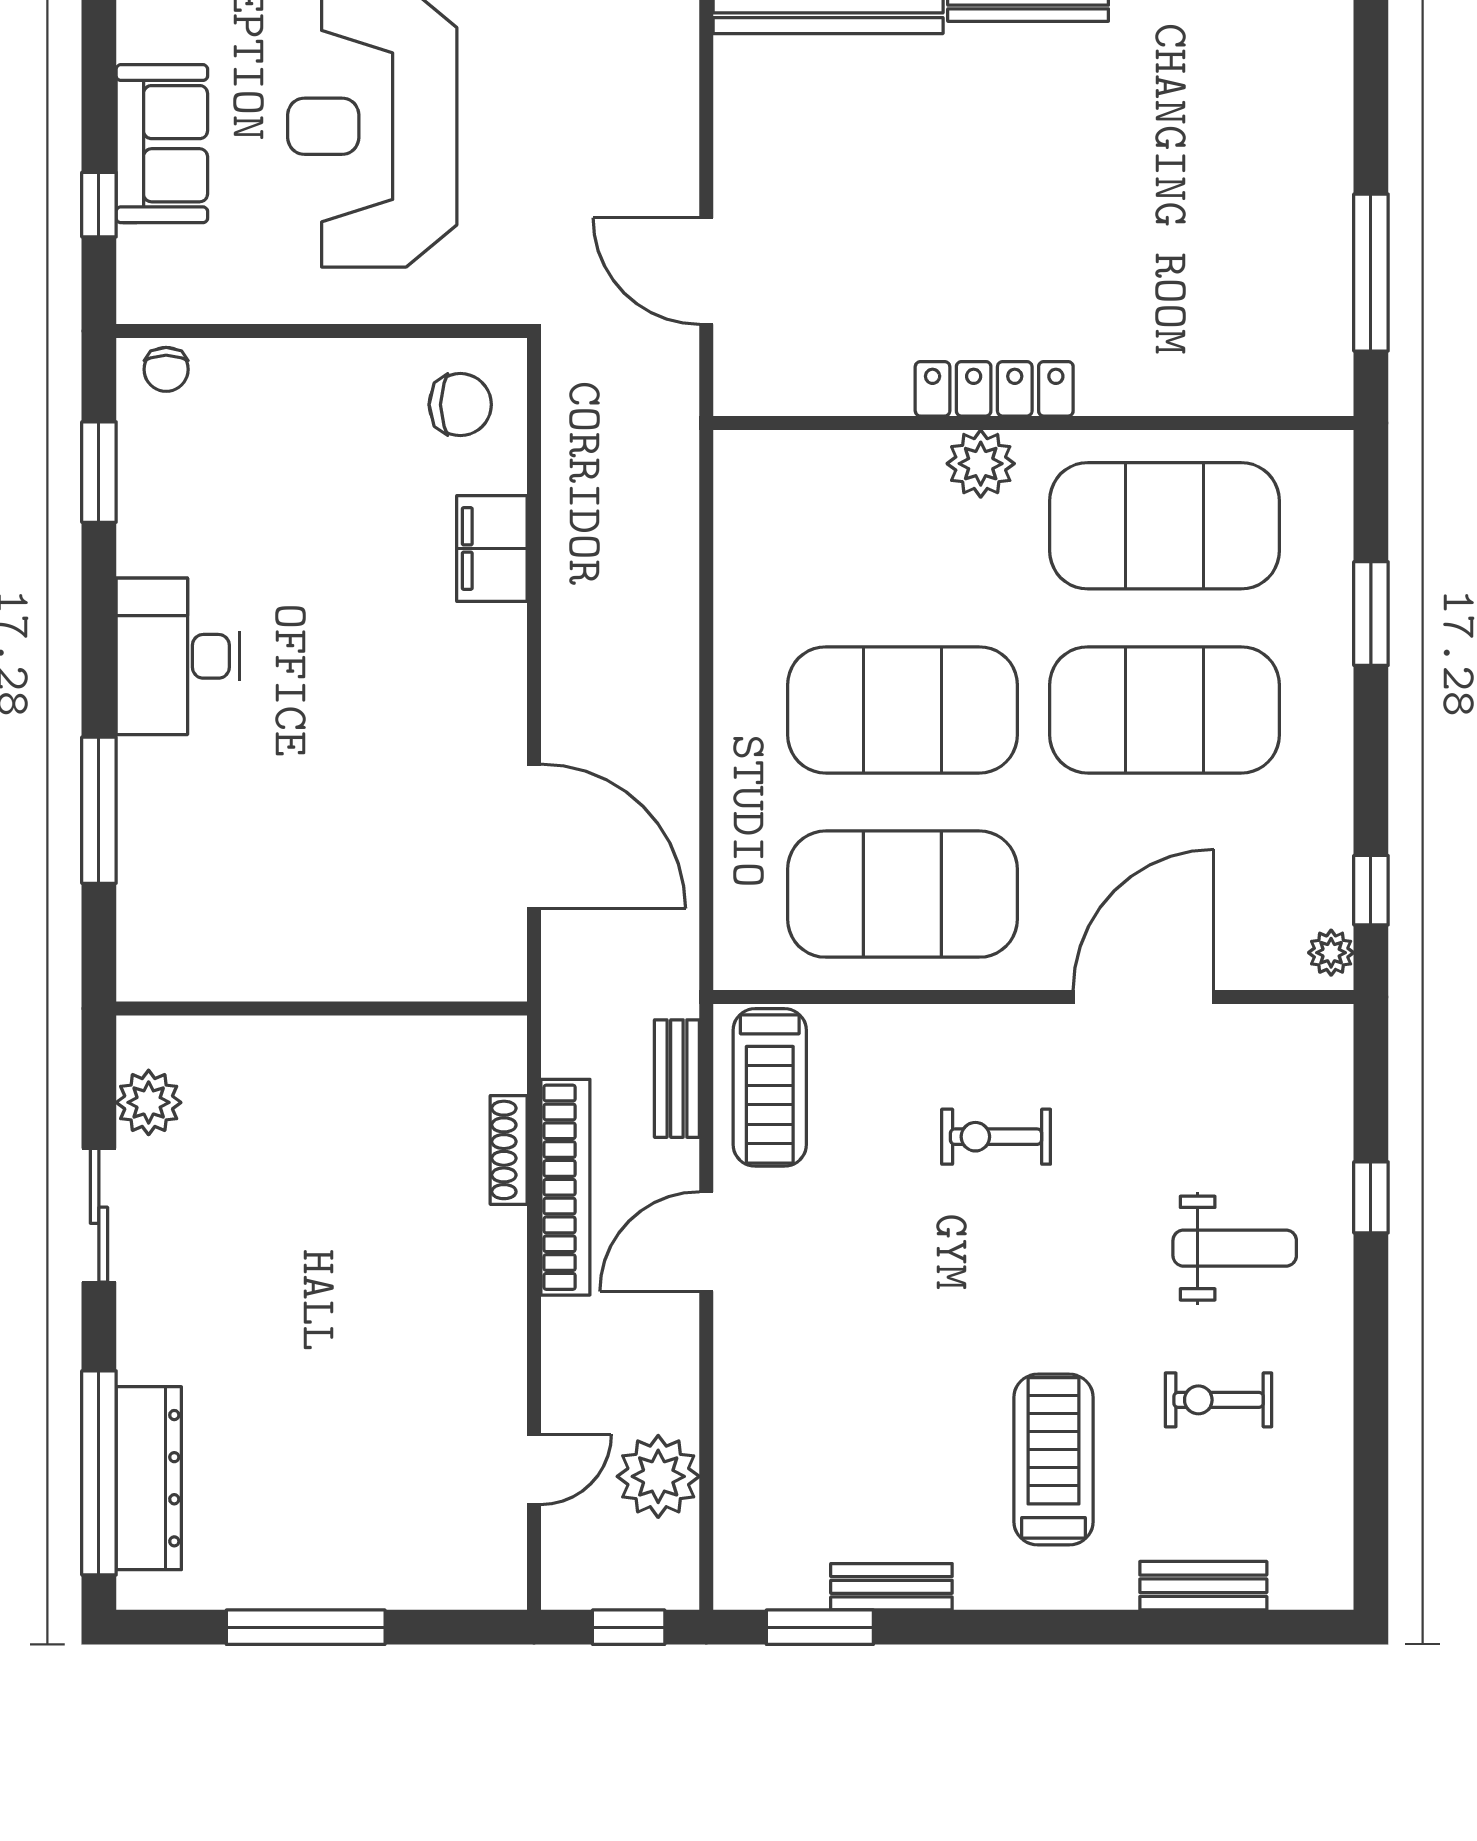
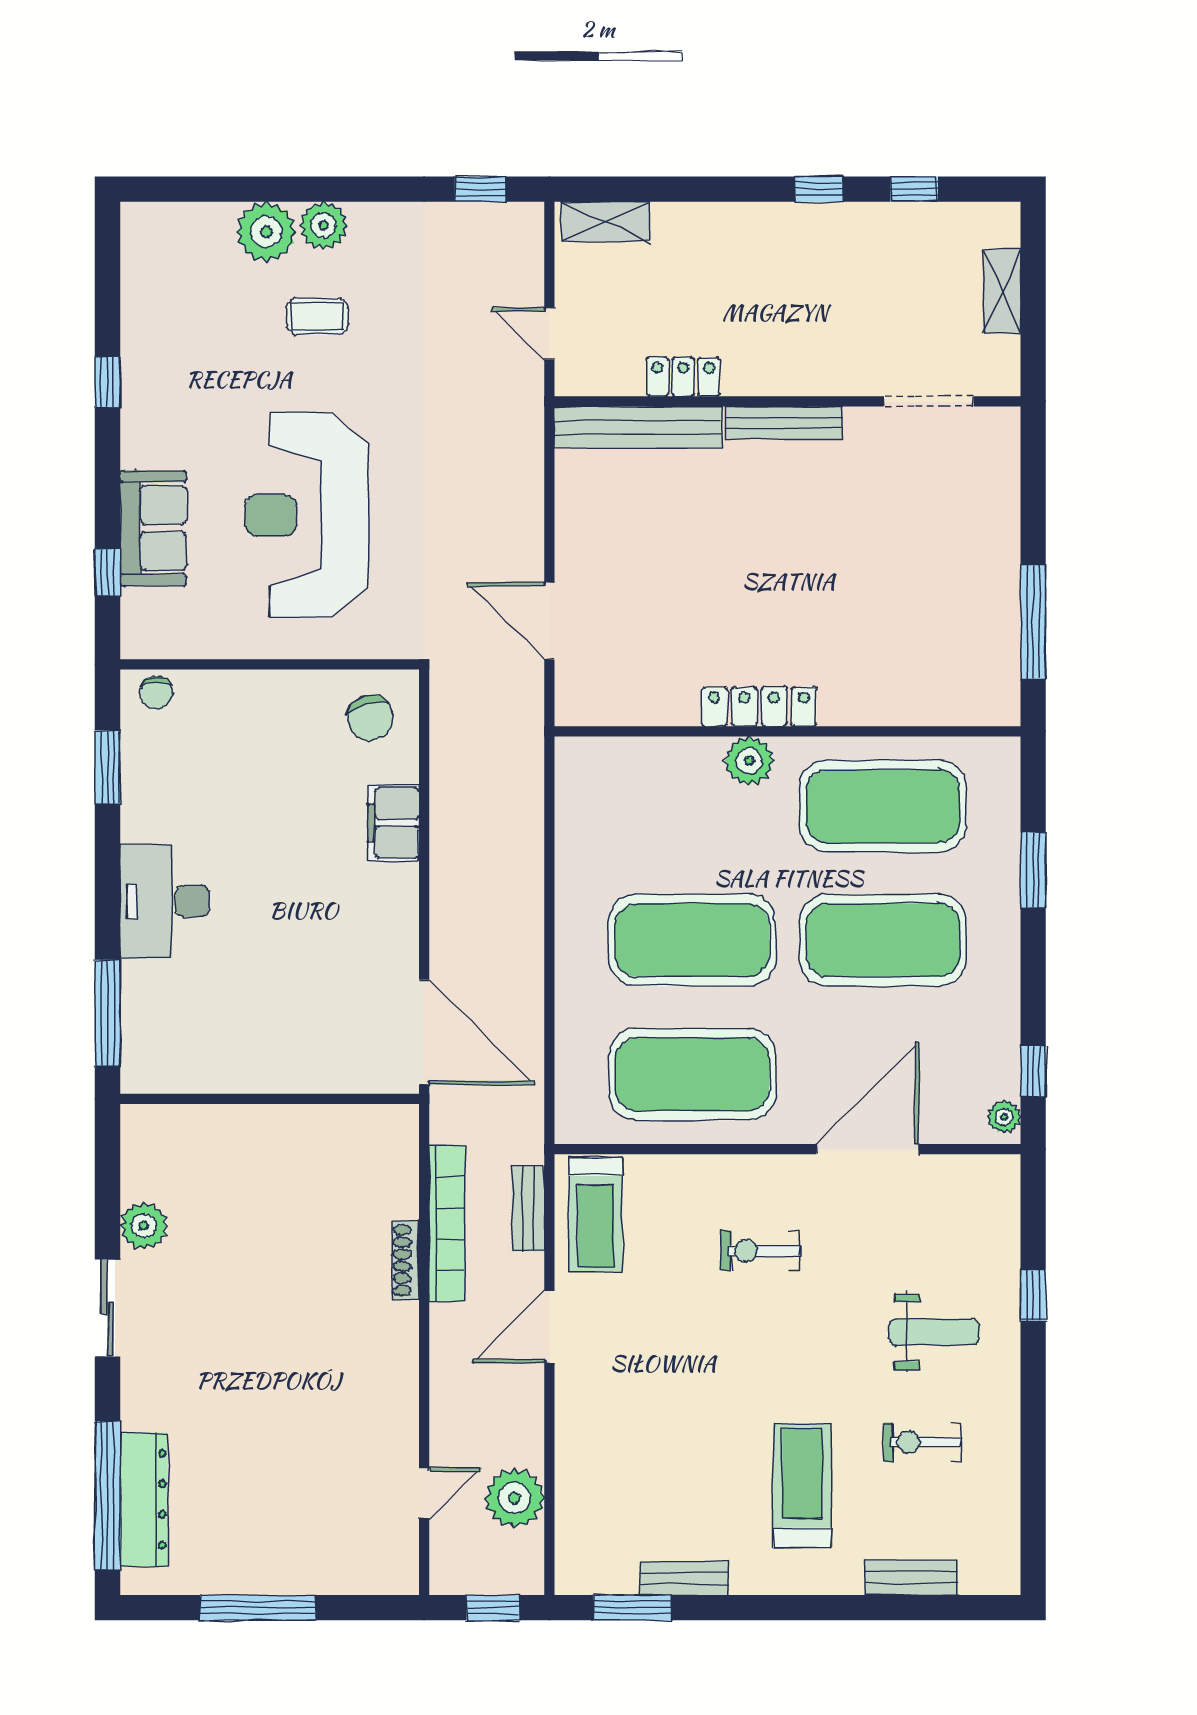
chair: (460, 405) -> (370, 718), turned 74
wall: (322, 1008) -> (270, 1099), moved
bookcase: (565, 1187) -> (447, 1223), moved

